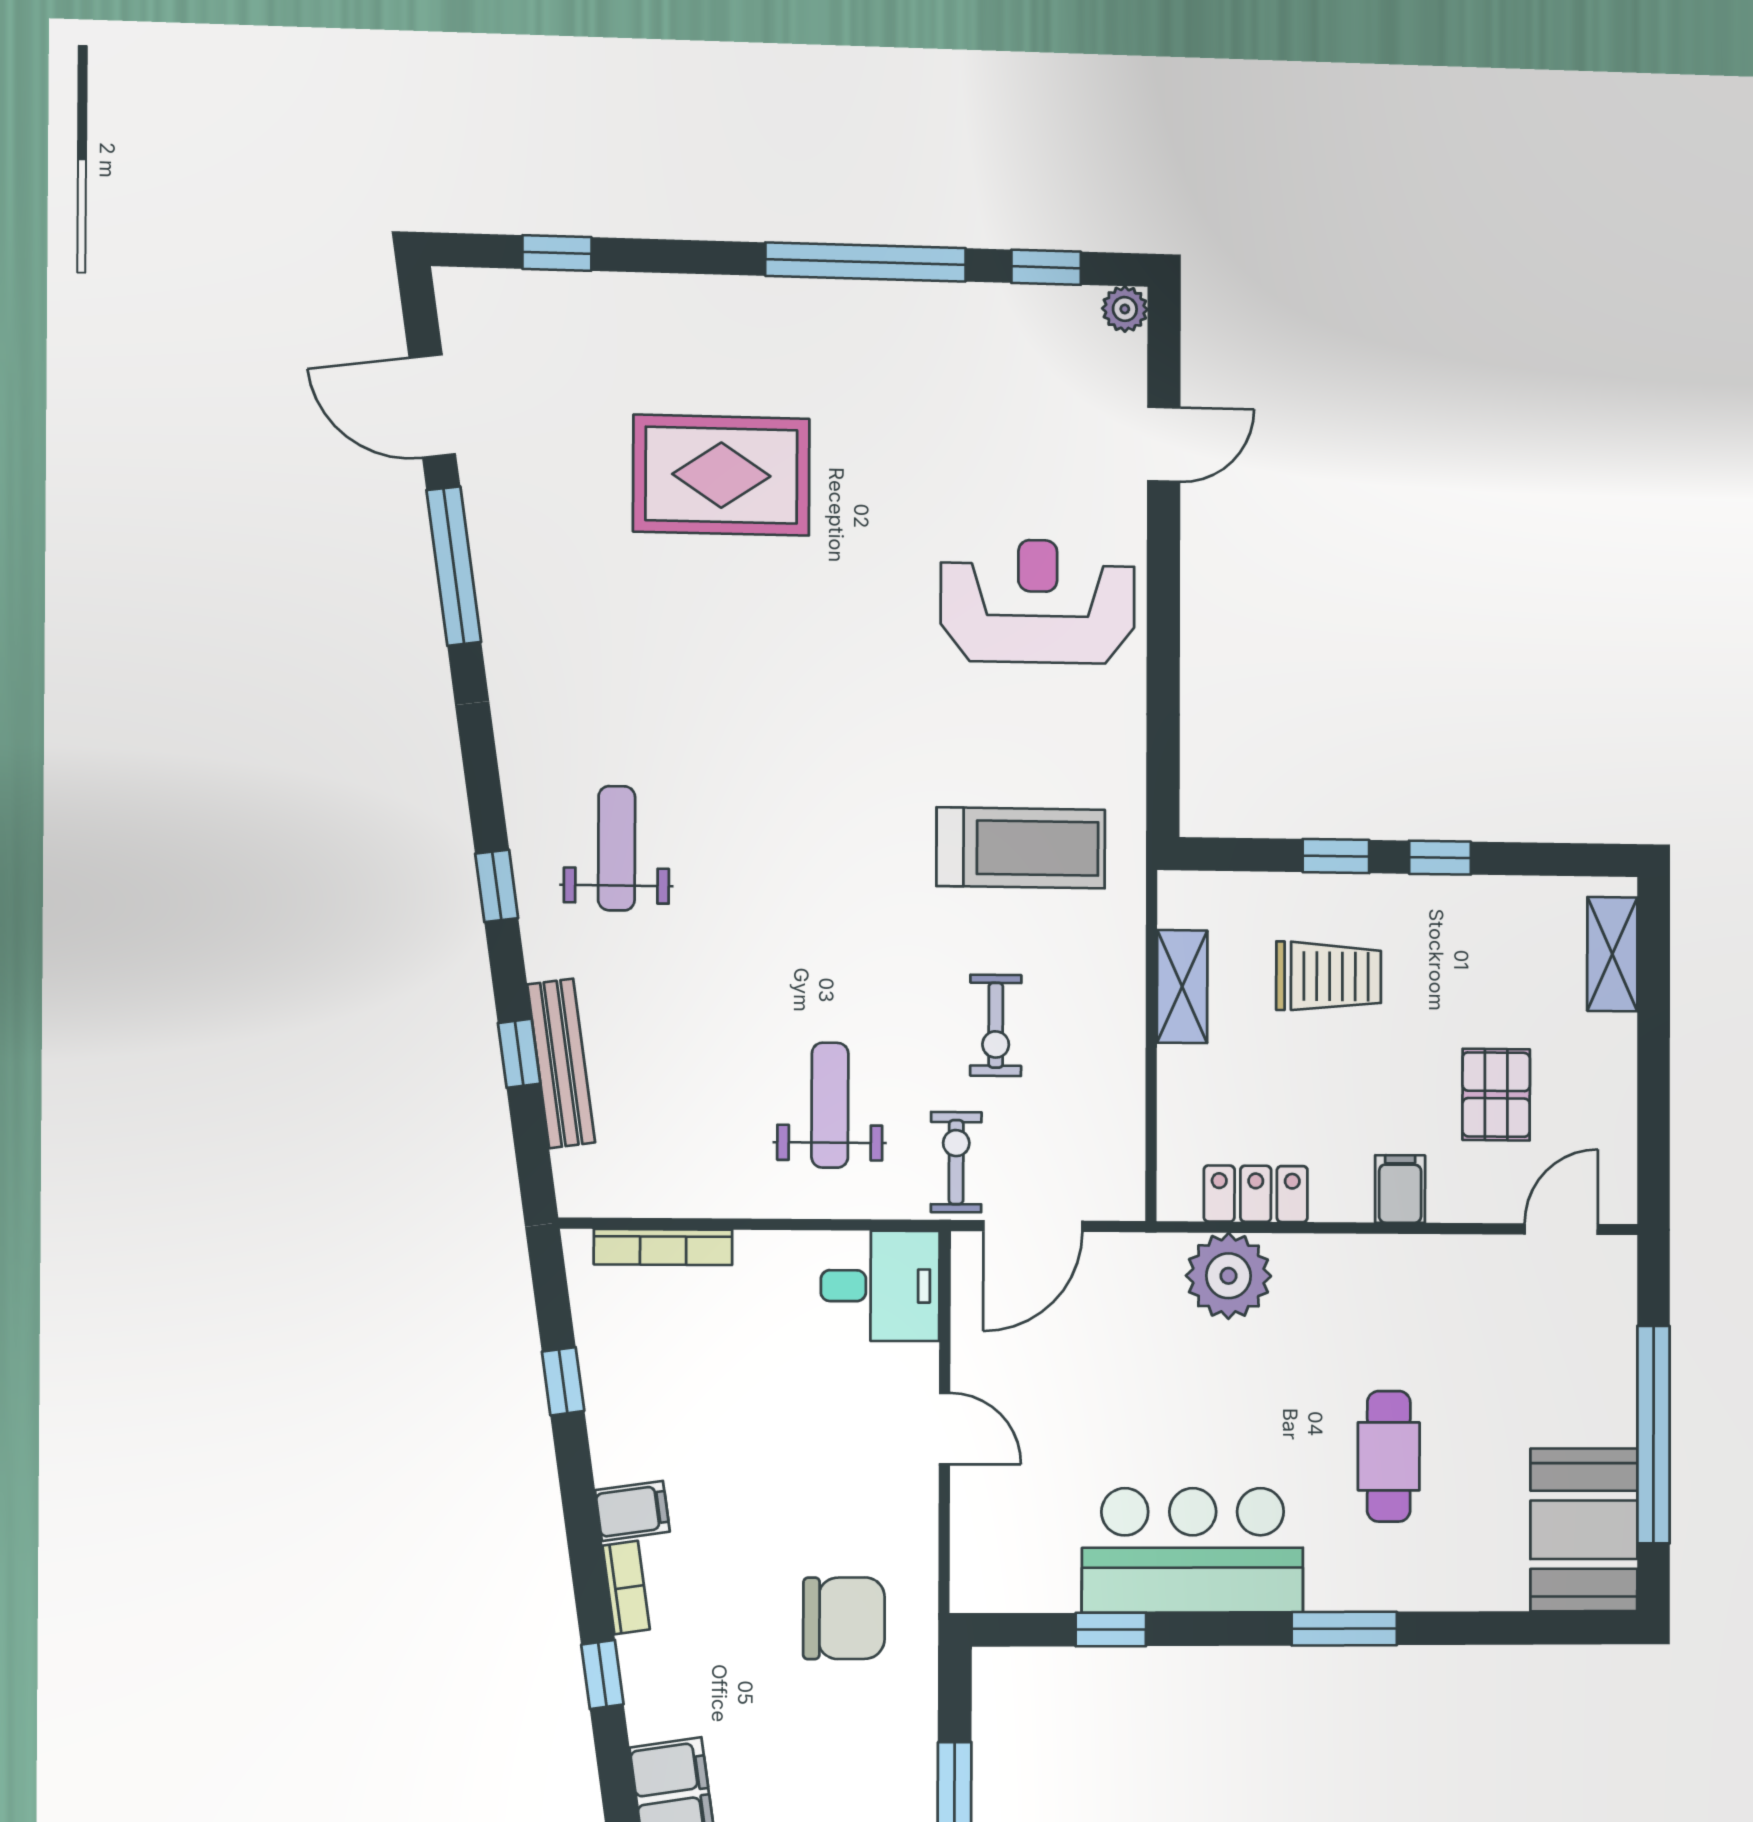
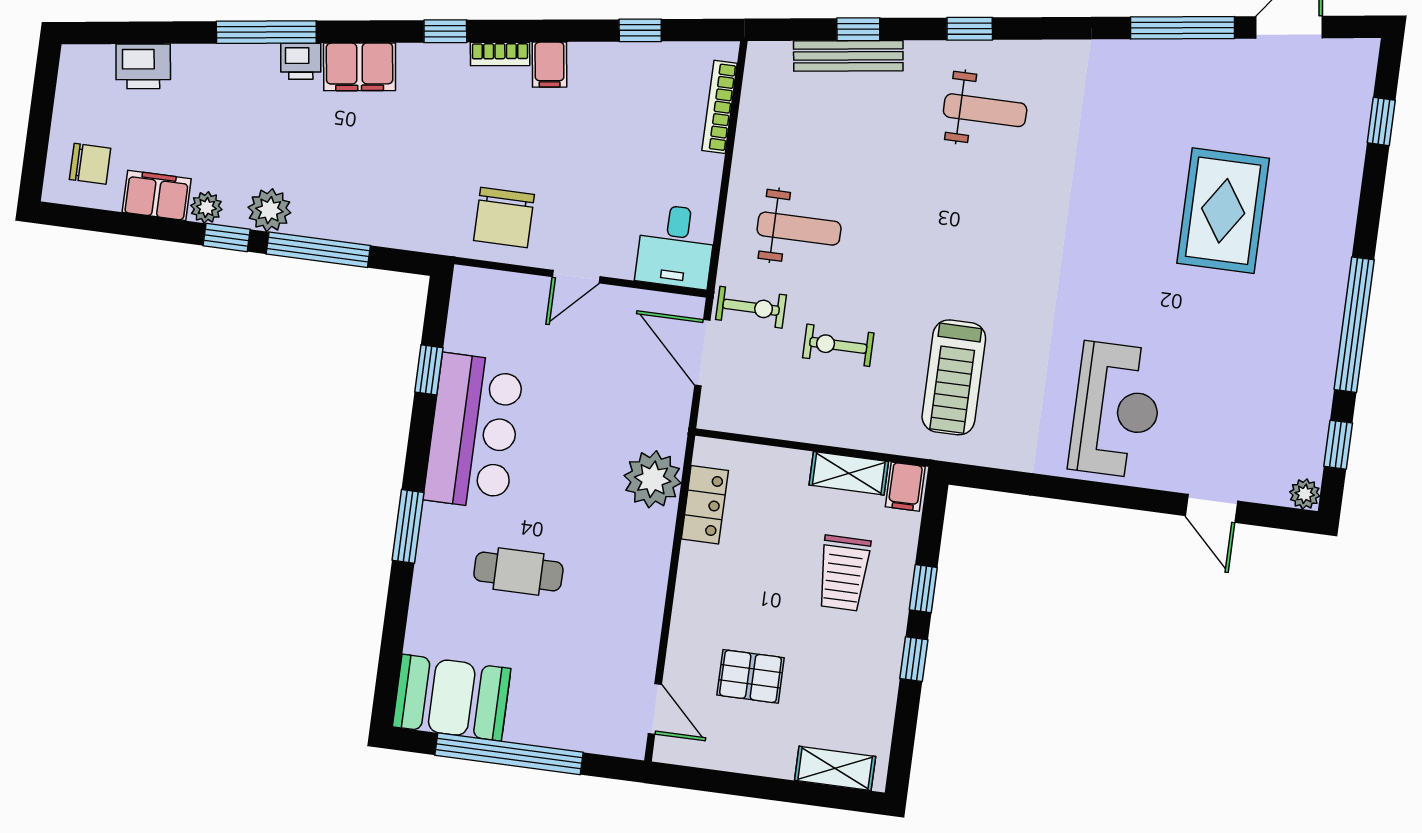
filing cabinet: (1400, 1189) -> (905, 487), moved, turned 90
chair: (844, 1618) -> (504, 217), moved

